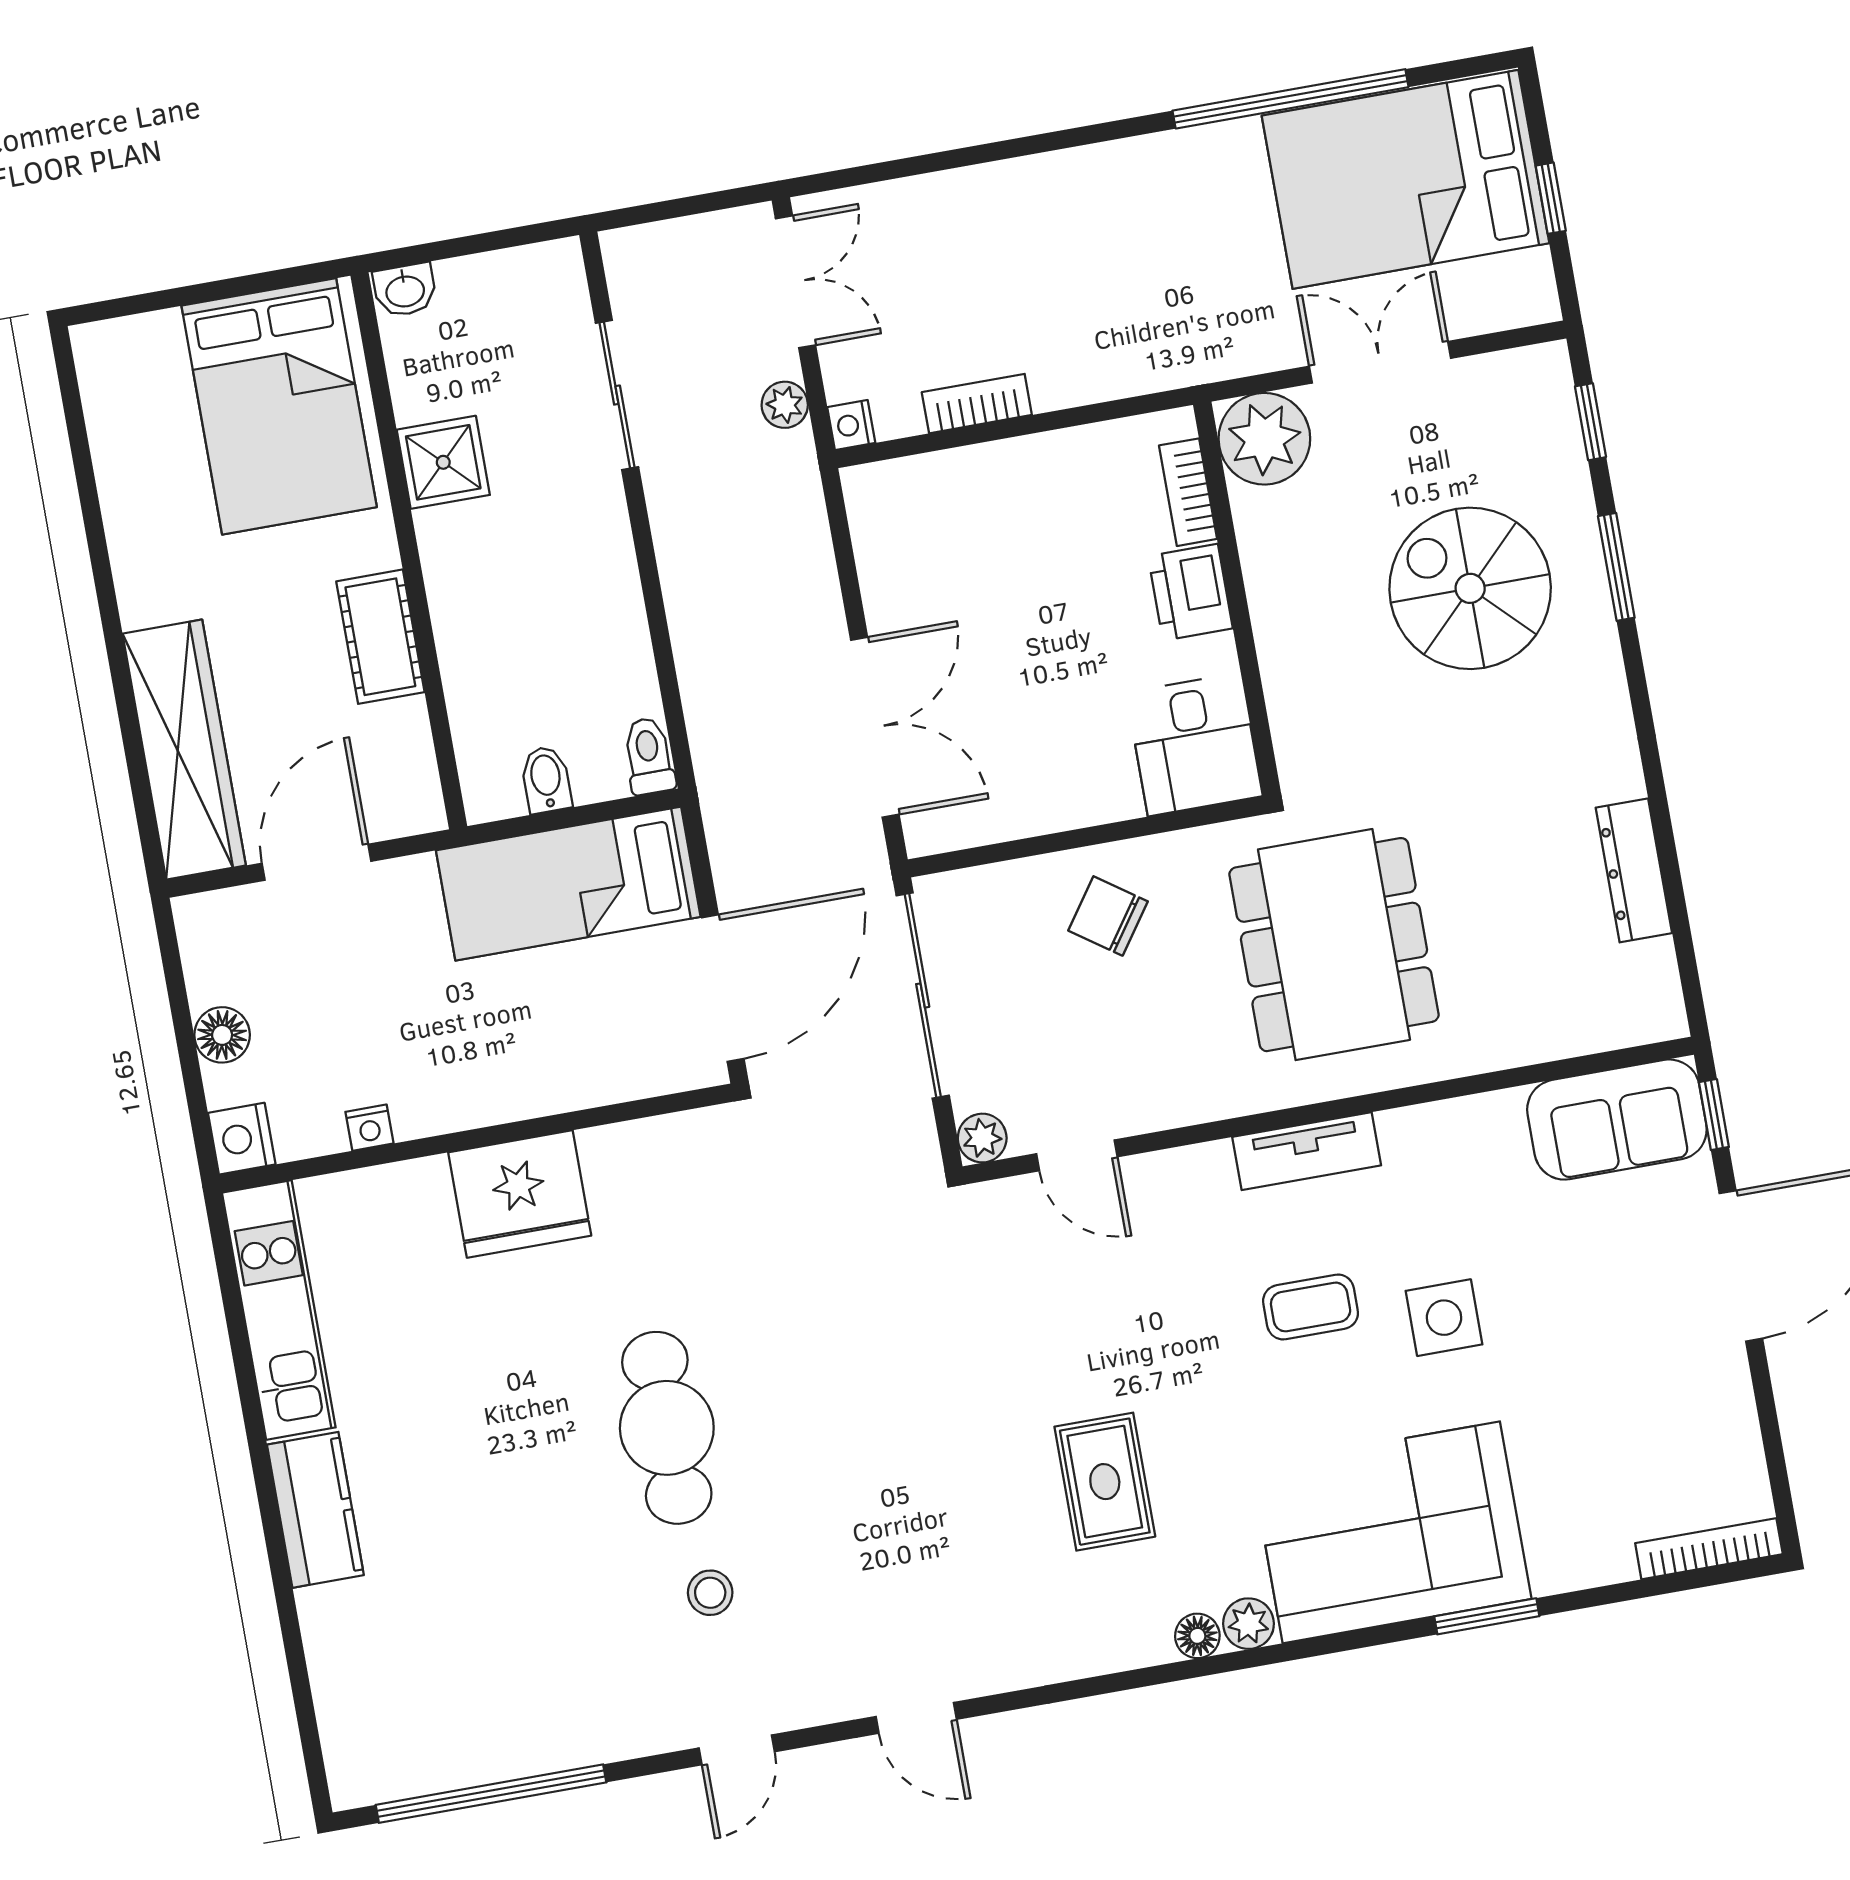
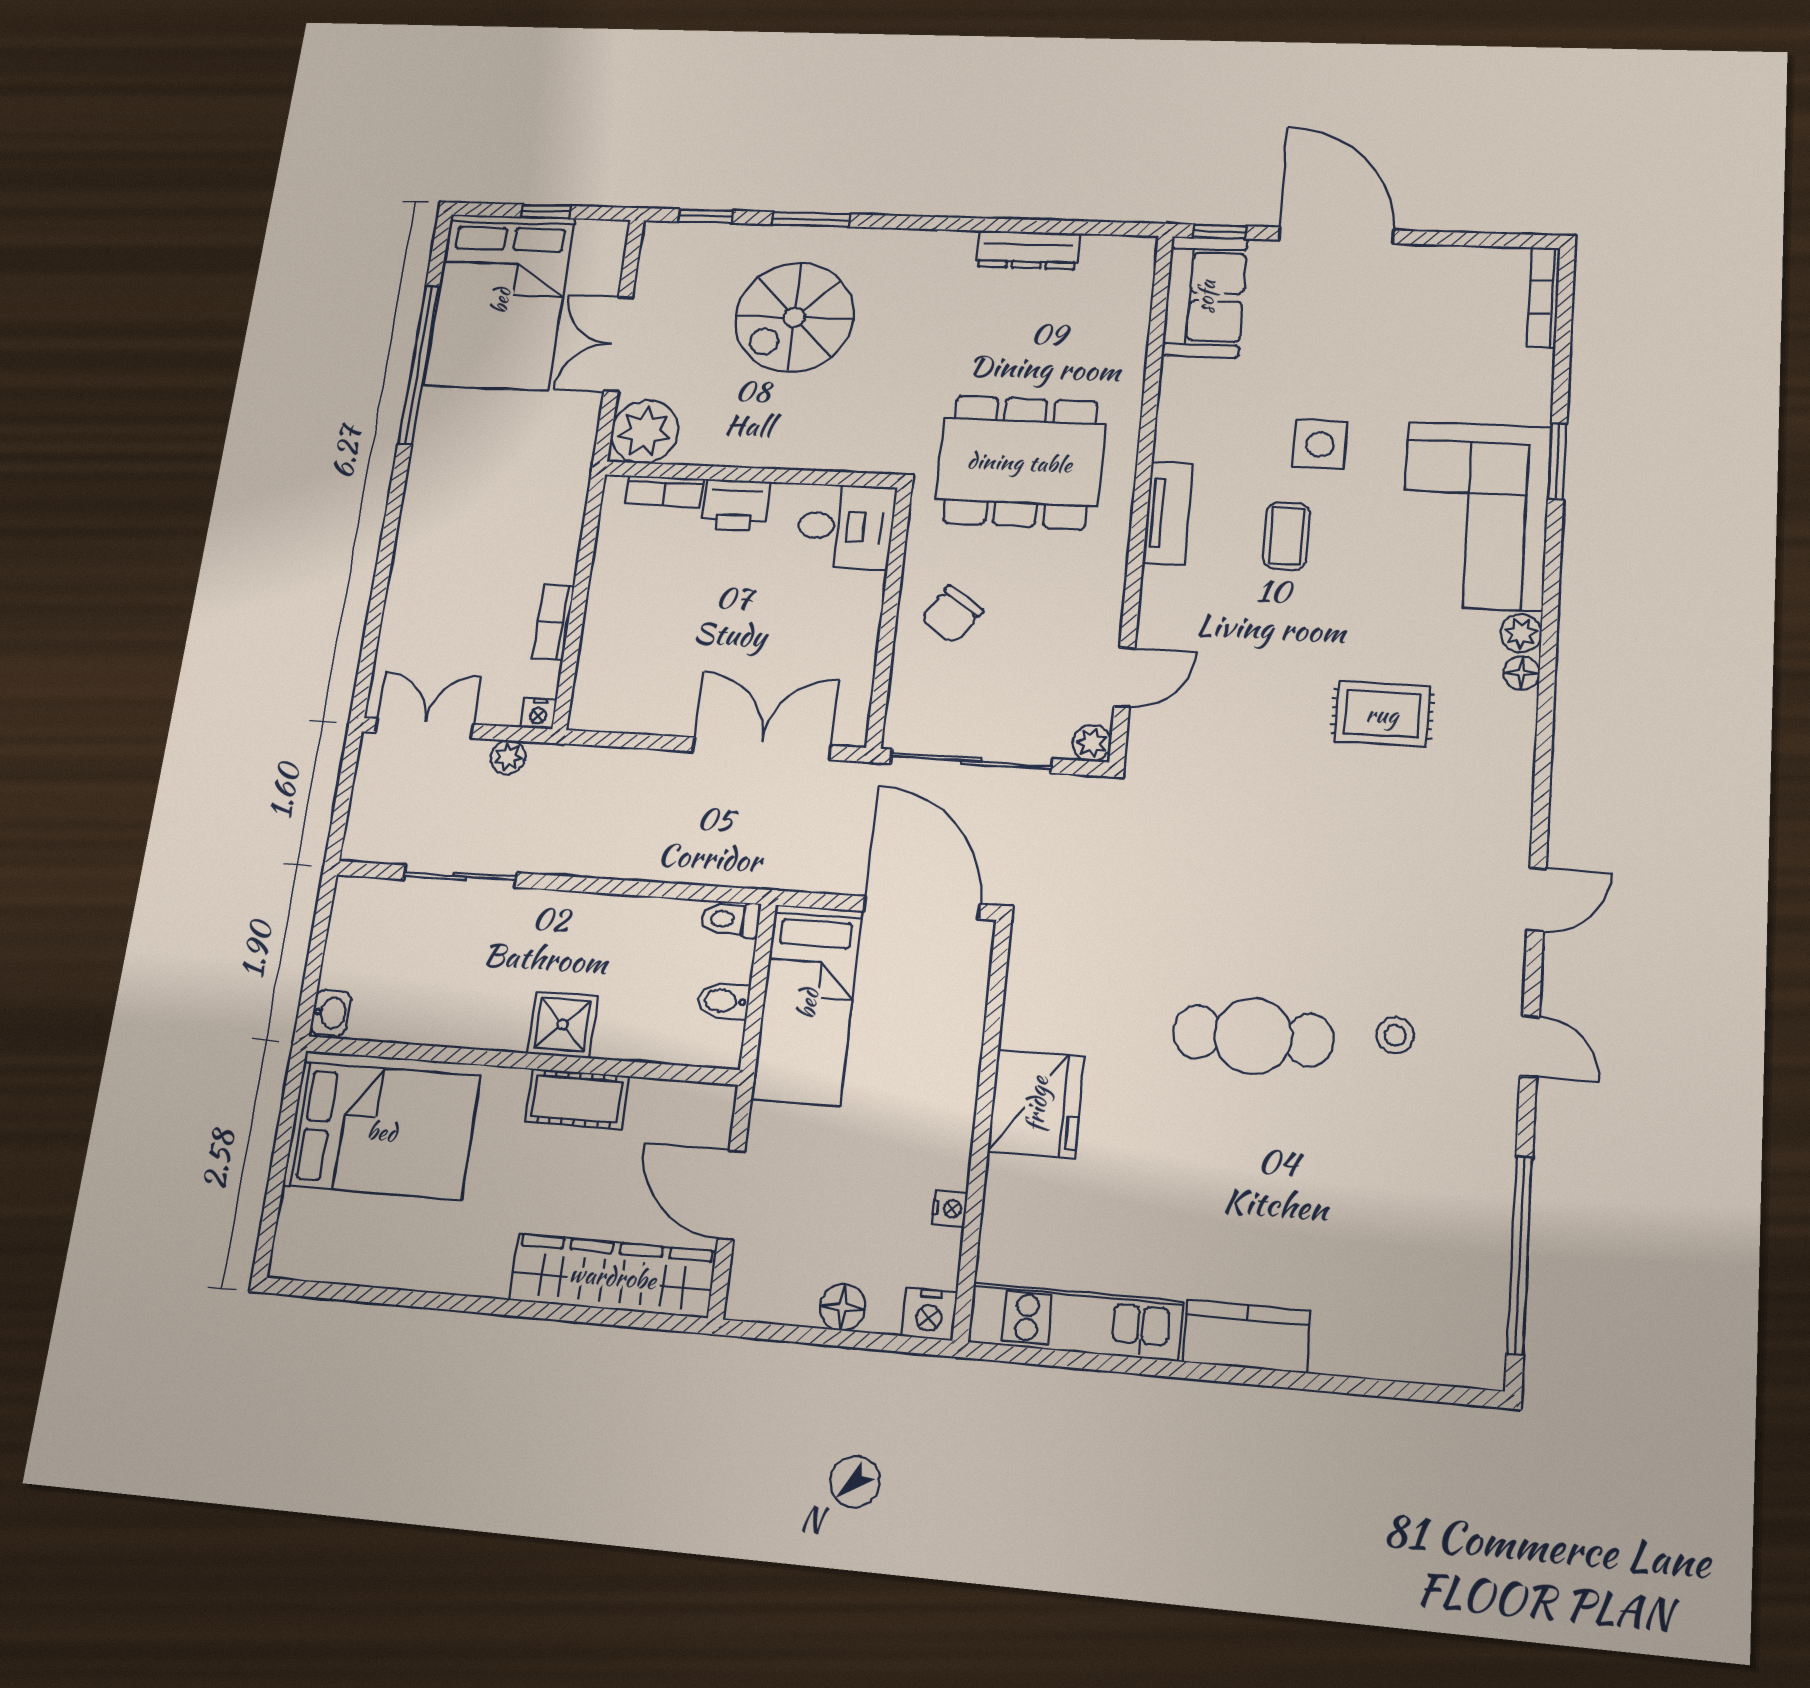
shower: (443, 462) -> (563, 1025), moved

